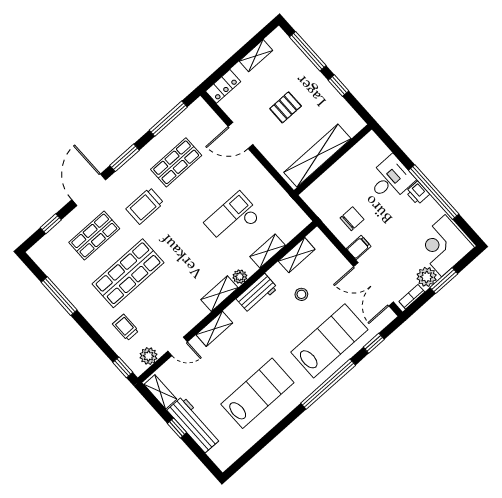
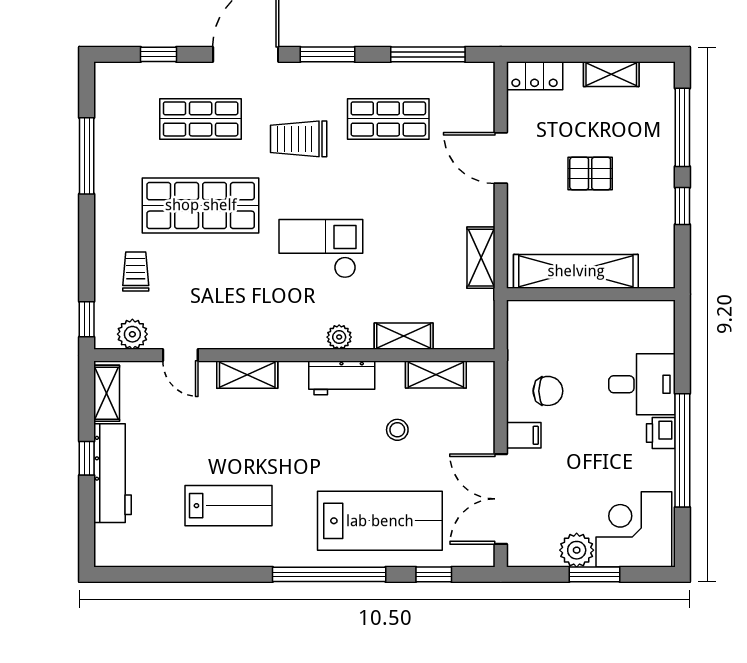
checkout: (233, 219) -> (321, 249), moved
shelving: (219, 294) -> (481, 258), moved, turned 90
bookcase: (412, 297) -> (535, 558), removed
lab bench: (257, 393) -> (229, 506), width x0.73, depth x0.72

